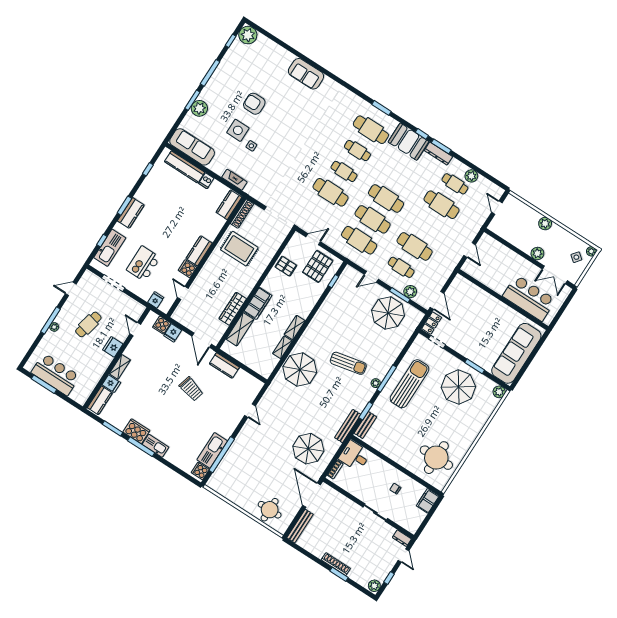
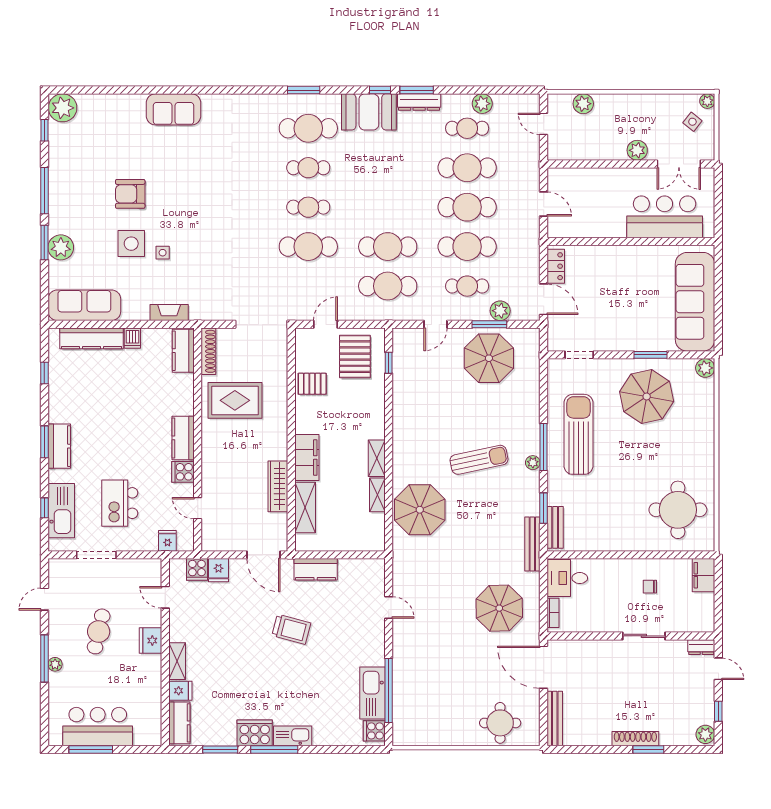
cafe table: (386, 199) -> (467, 207), moved
plant: (545, 224) -> (583, 104), moved
locker: (432, 323) -> (556, 266), moved

